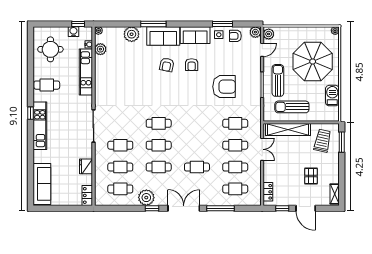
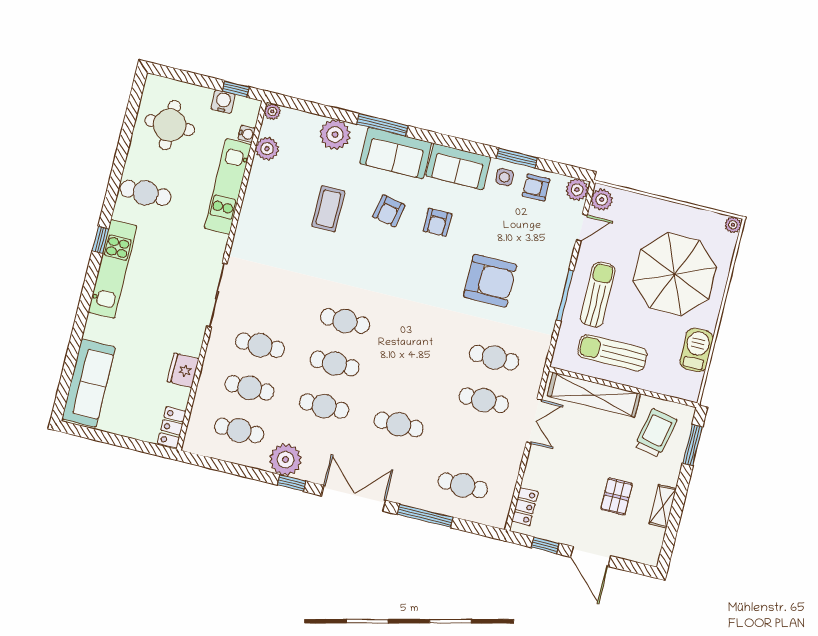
coffee table: (137, 71) -> (328, 209), added
cafe table: (235, 167) -> (473, 443), removed
shelving: (335, 194) -> (663, 506), moved

